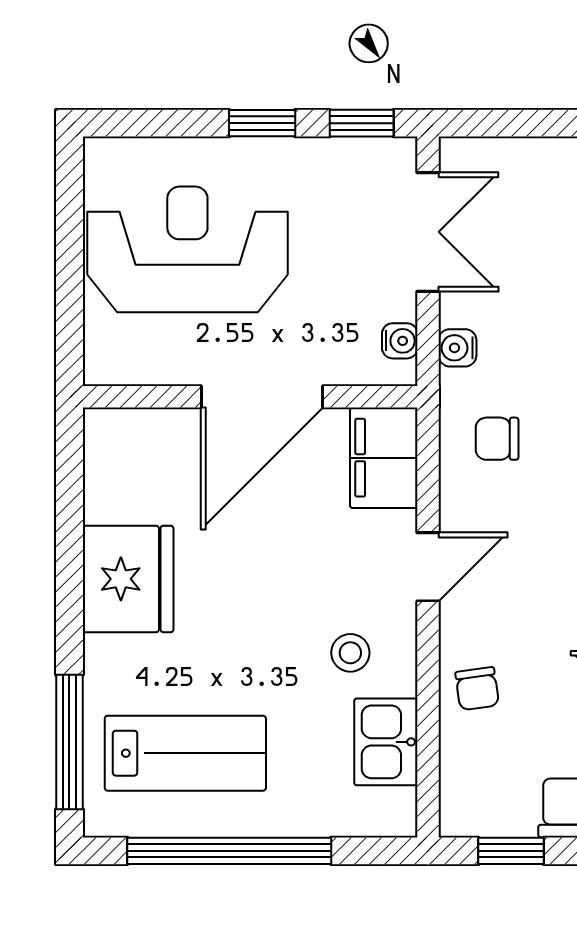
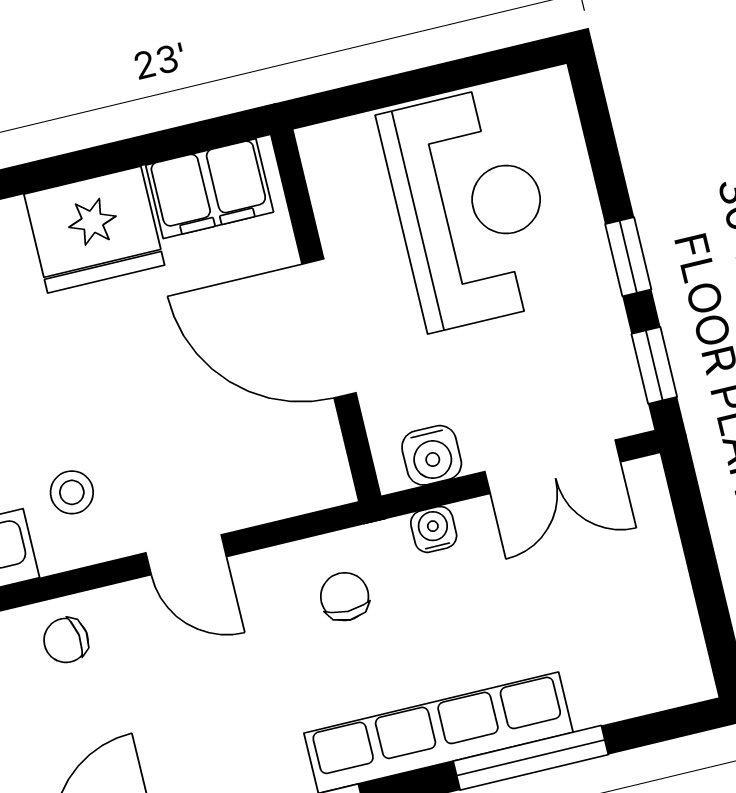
water cooler: (400, 341) -> (432, 455), width x1.38, depth x1.38
filing cabinet: (384, 458) -> (210, 189), moved, turned 180

